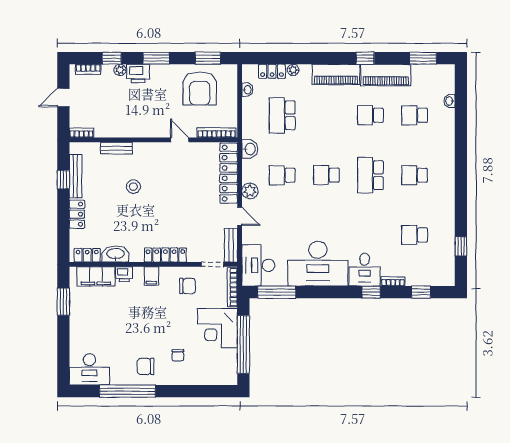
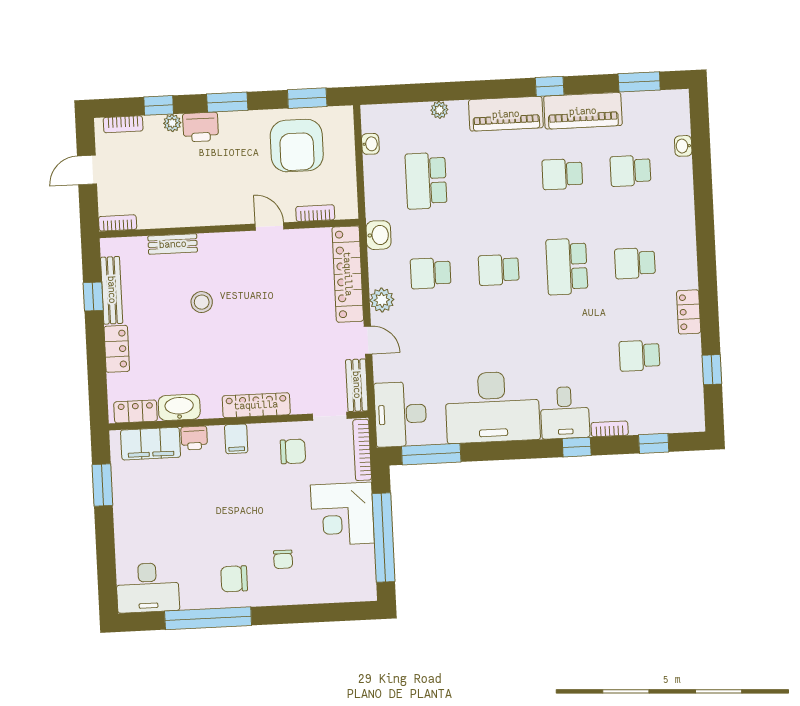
locker: (272, 71) -> (689, 312), moved, turned 90
bookcase: (217, 133) -> (315, 213), width x0.64

